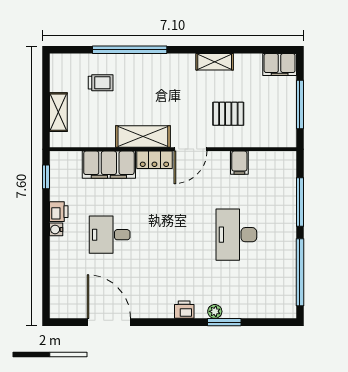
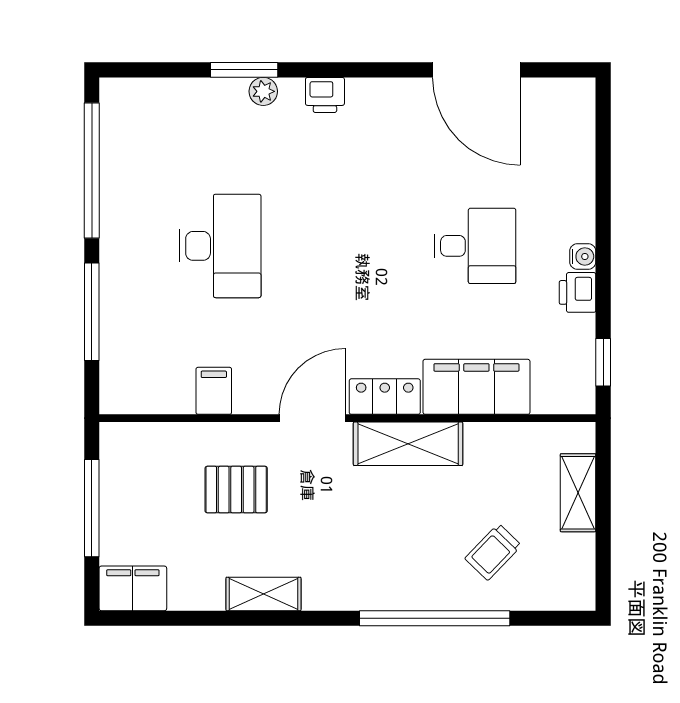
trolley: (101, 83) -> (493, 552), turned -46

